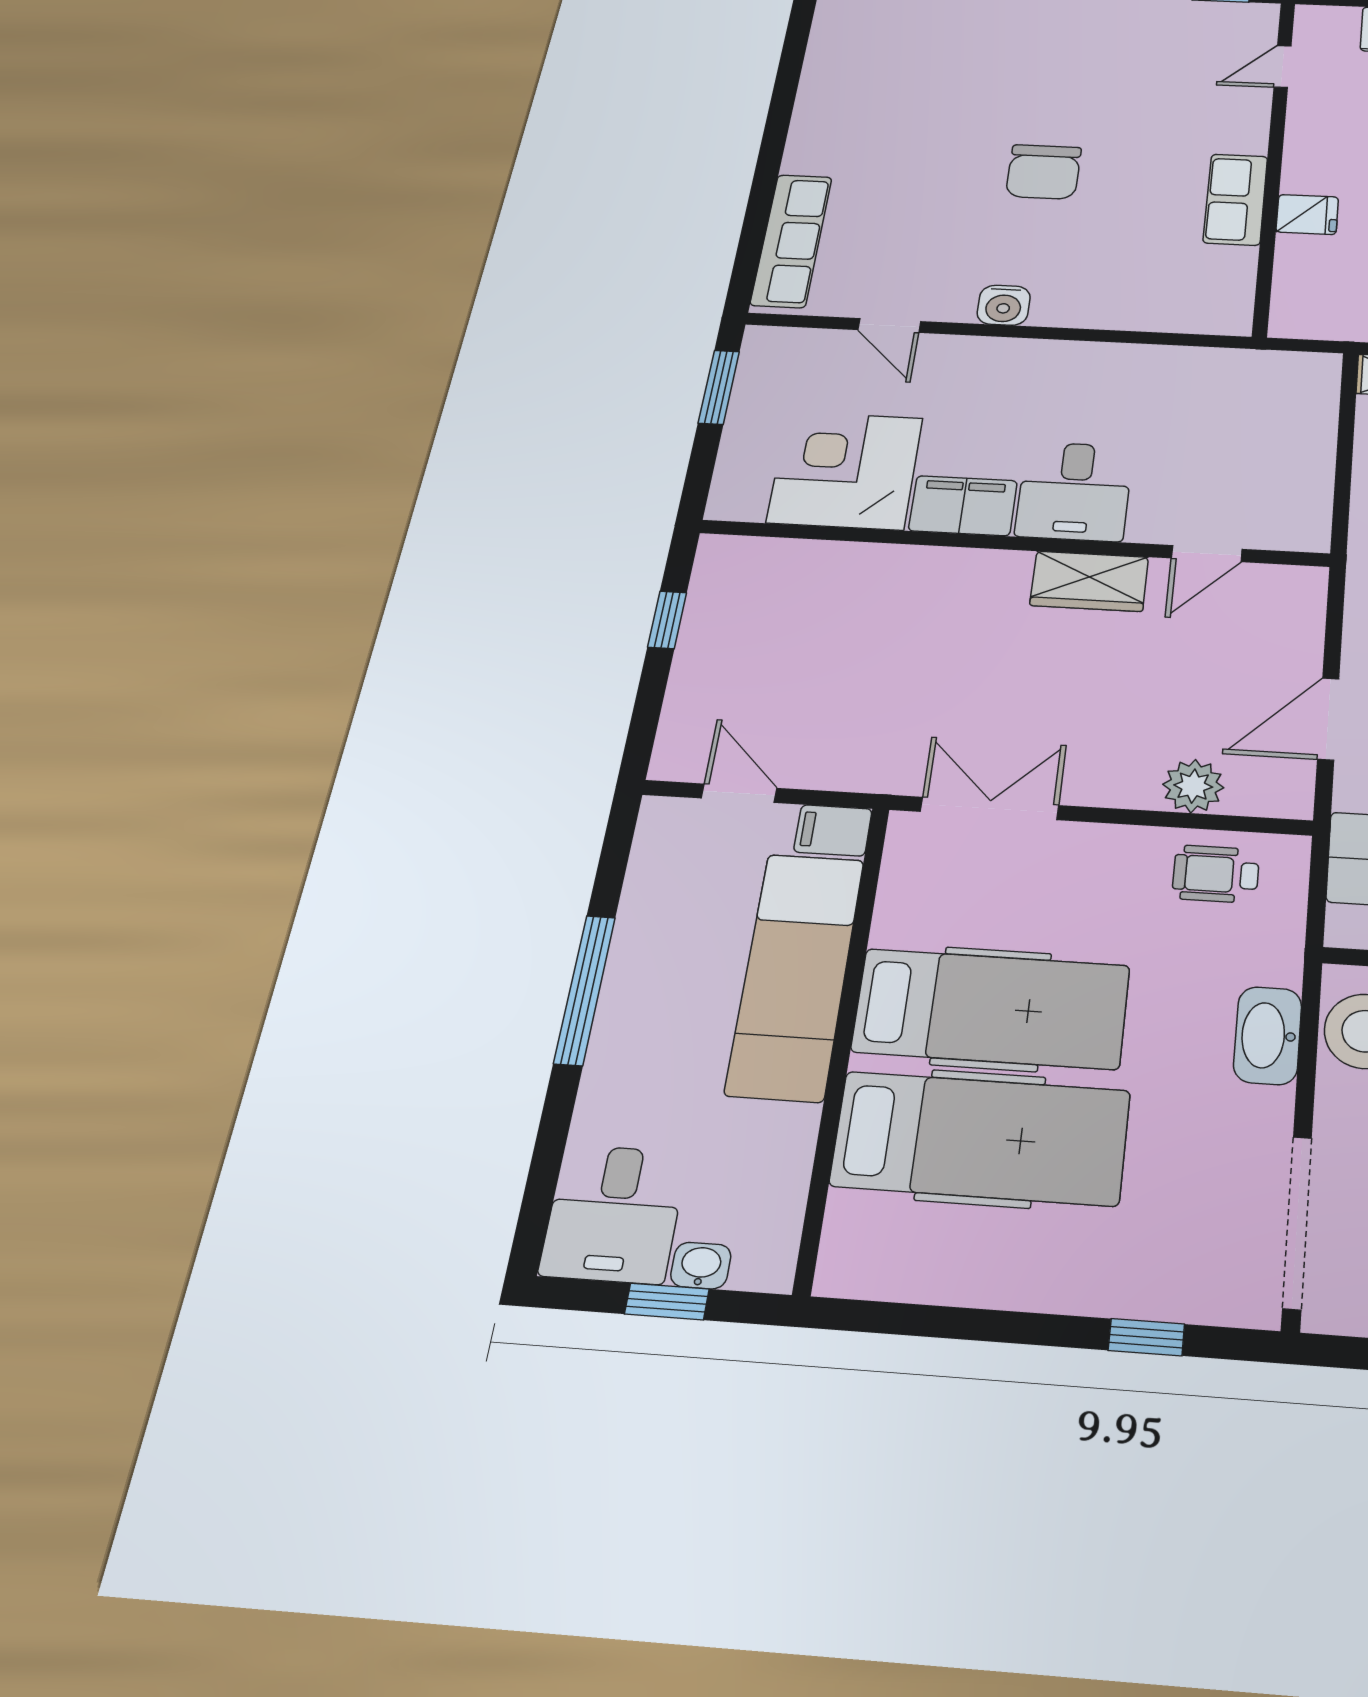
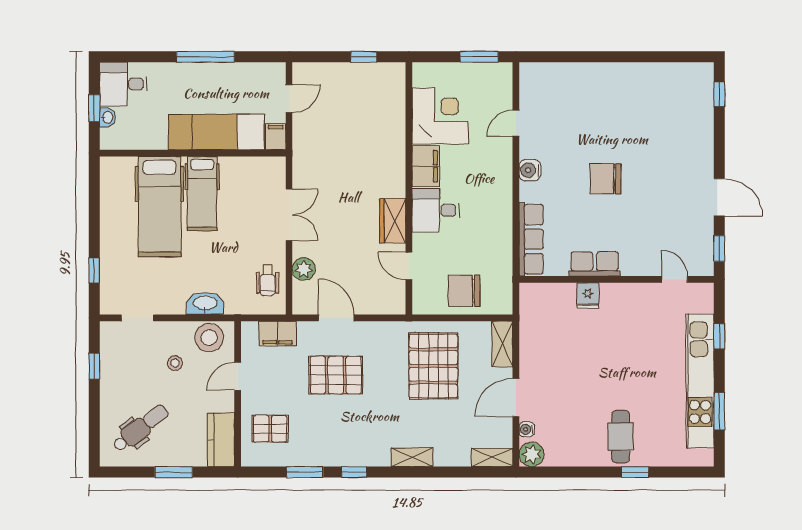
row of seats: (791, 240) -> (531, 239), moved, turned -90
chair: (1279, 445) -> (464, 291), added
double door: (989, 808) -> (289, 215), moved
wheelchair: (1216, 874) -> (268, 280), turned 180
hospital bed: (991, 1009) -> (202, 193), width x0.73, depth x0.78
doorway: (1297, 1222) -> (137, 318), width x0.53

